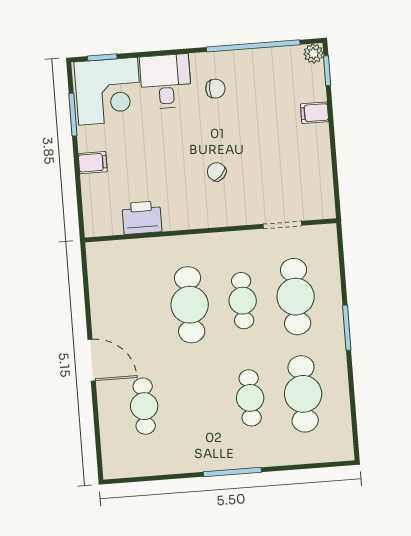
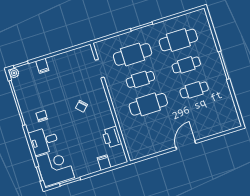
filing cabinet: (93, 163) -> (104, 163), moved
cafe table: (144, 406) -> (194, 90), moved

